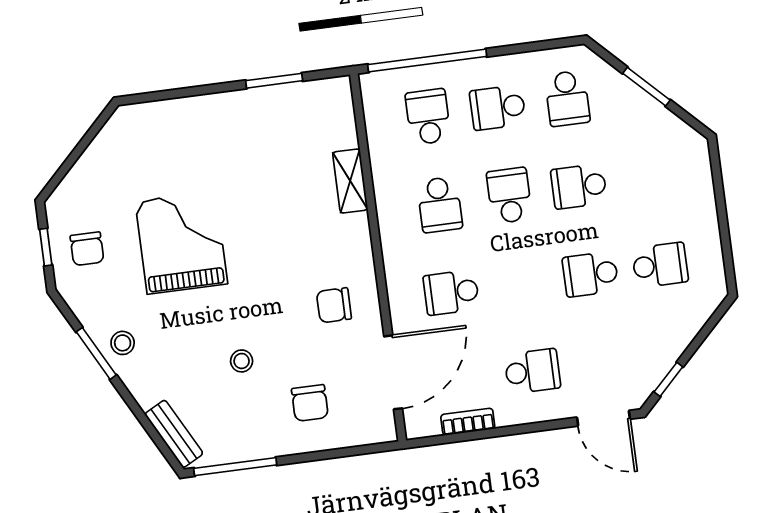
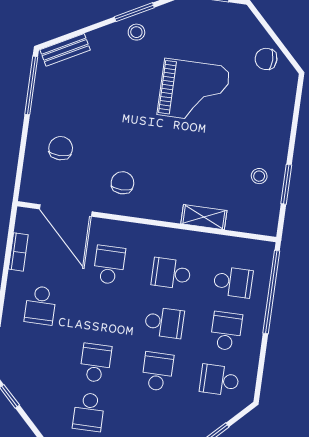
chair: (87, 249) -> (266, 59), moved
stool: (242, 361) -> (259, 176), moved
chair: (310, 403) -> (61, 148), turned 90

